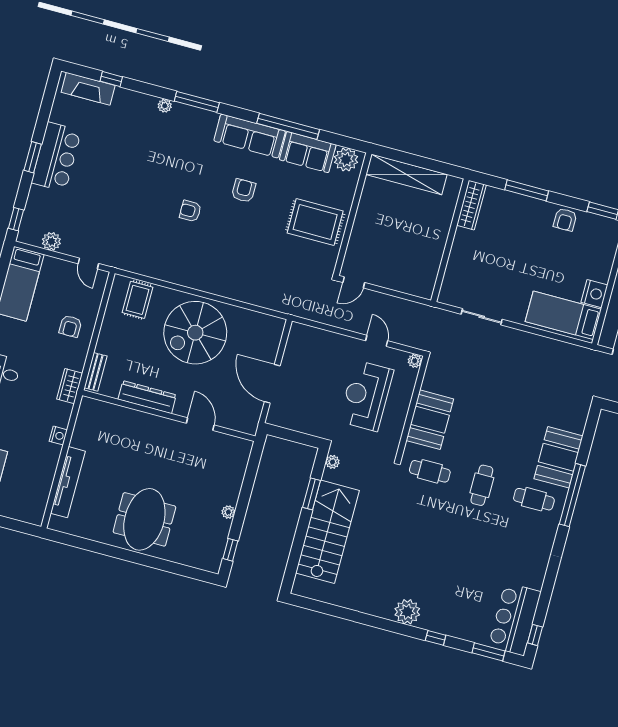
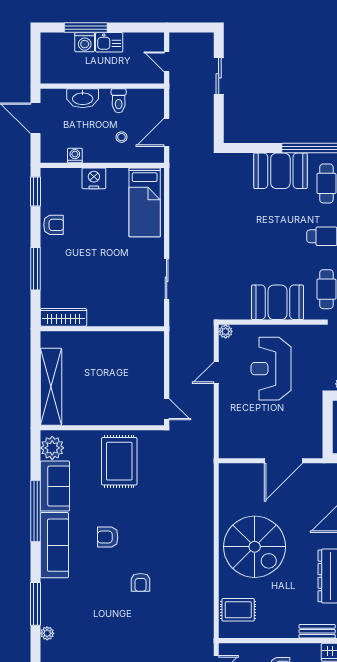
nightstand: (594, 294) -> (94, 178), moved
reception desk: (366, 396) -> (271, 369), turned 90

